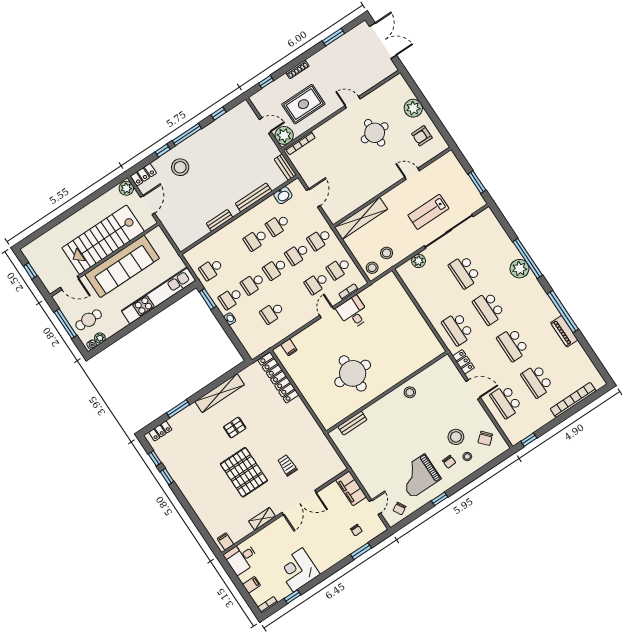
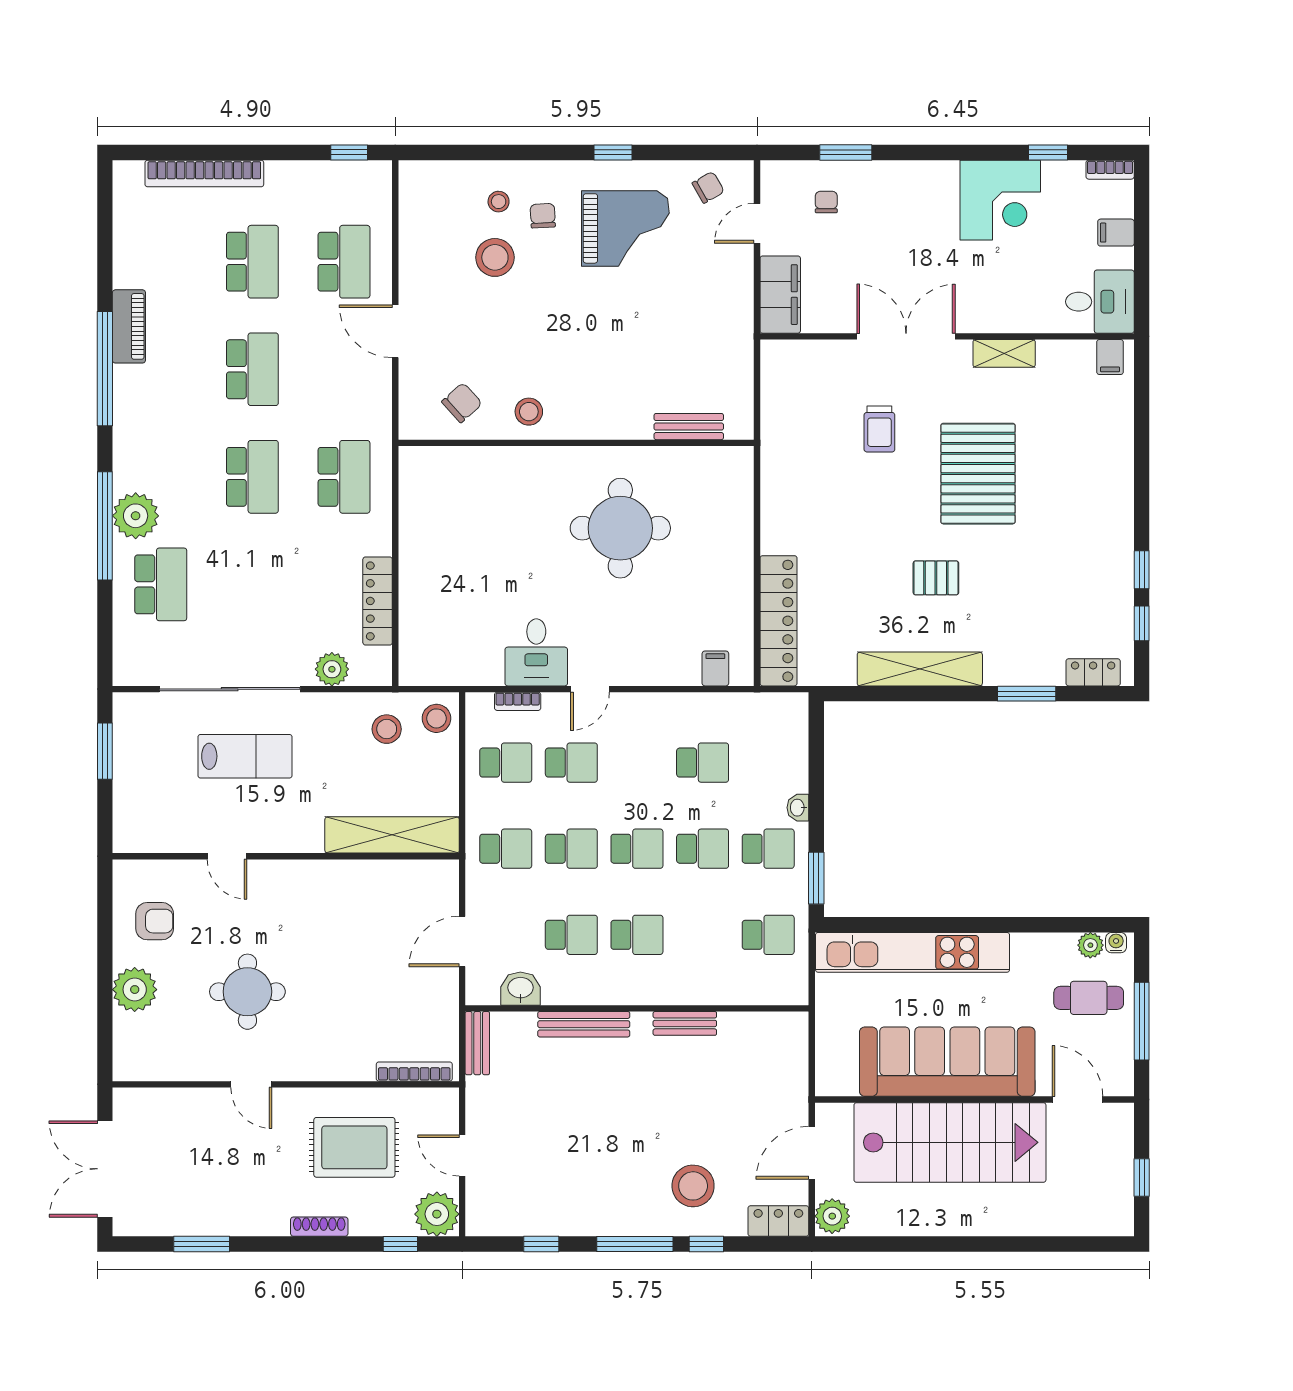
plant: (284, 135) -> (437, 1214), moved
school desk: (465, 272) -> (161, 584), moved
locker: (463, 362) -> (378, 601), moved, width x1.53
chair: (485, 438) -> (462, 403), moved

